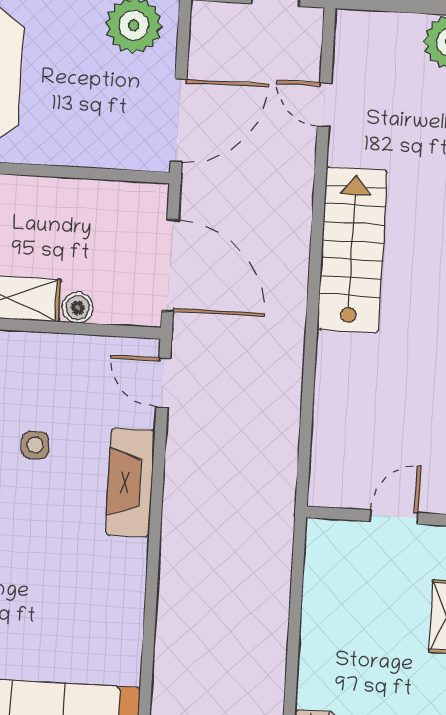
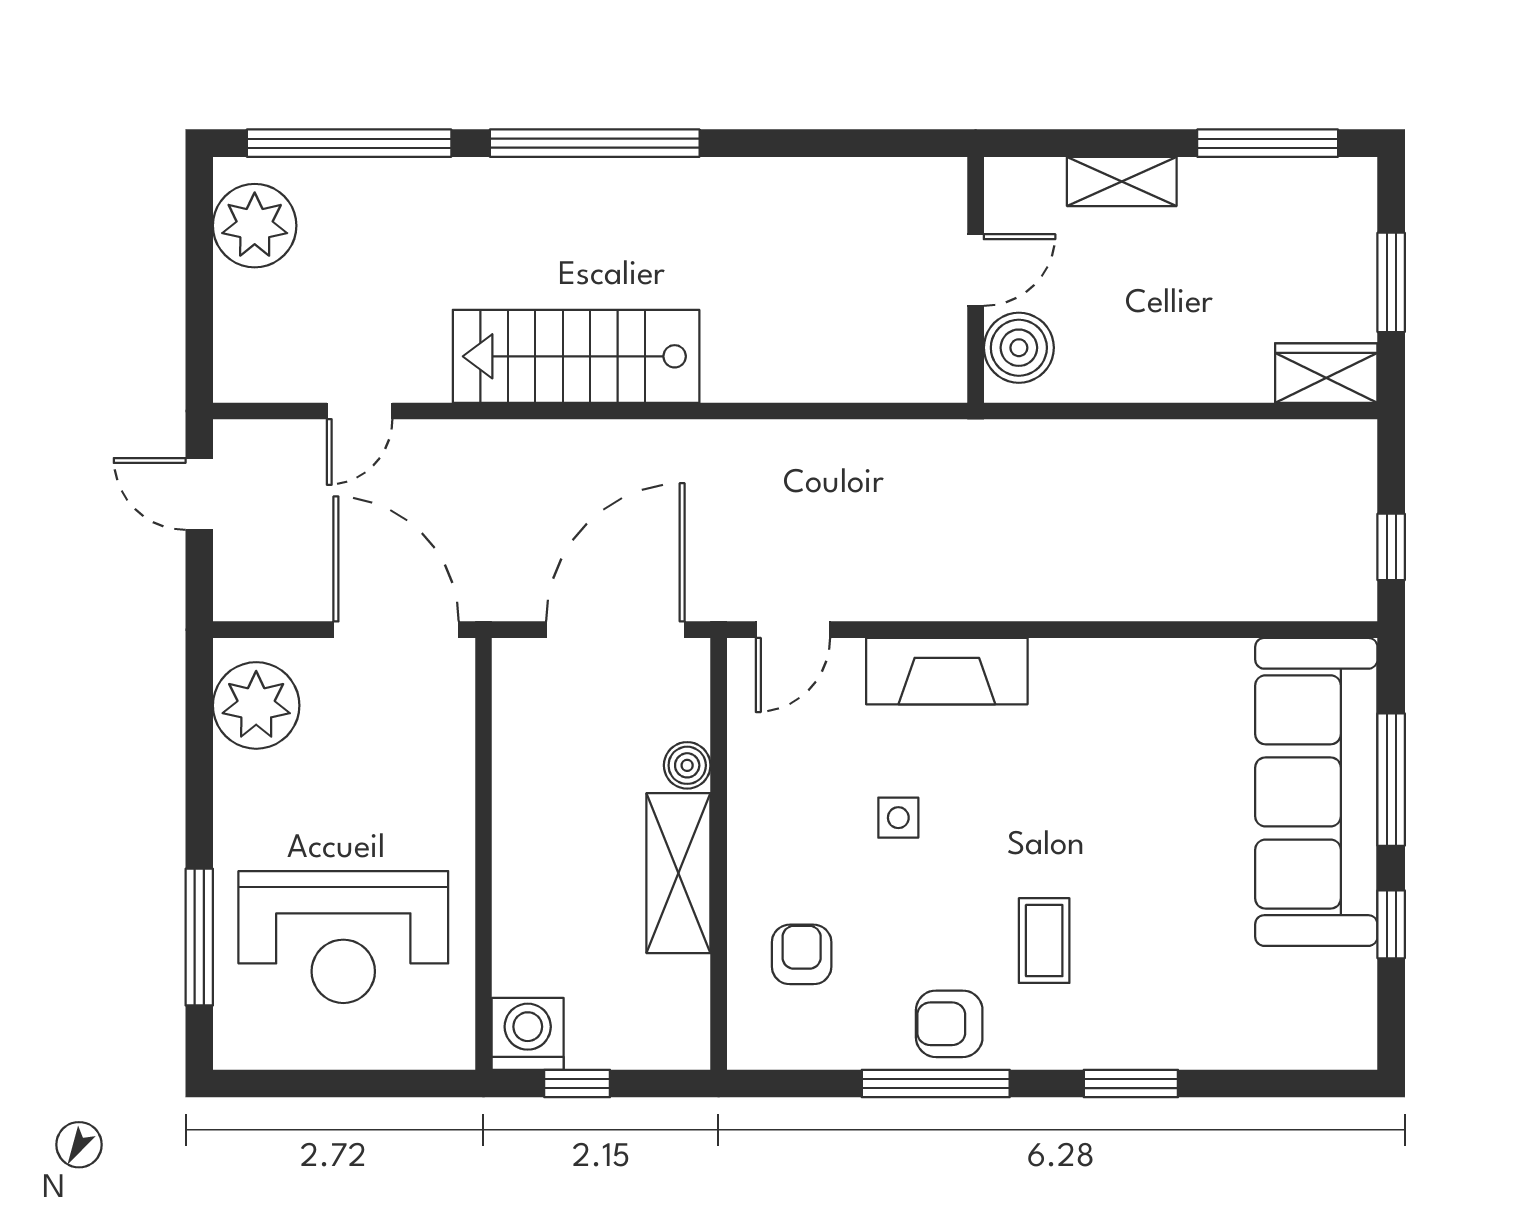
door: (394, 517) -> (976, 270), swing flipped
boiler: (341, 543) -> (1019, 348), added

